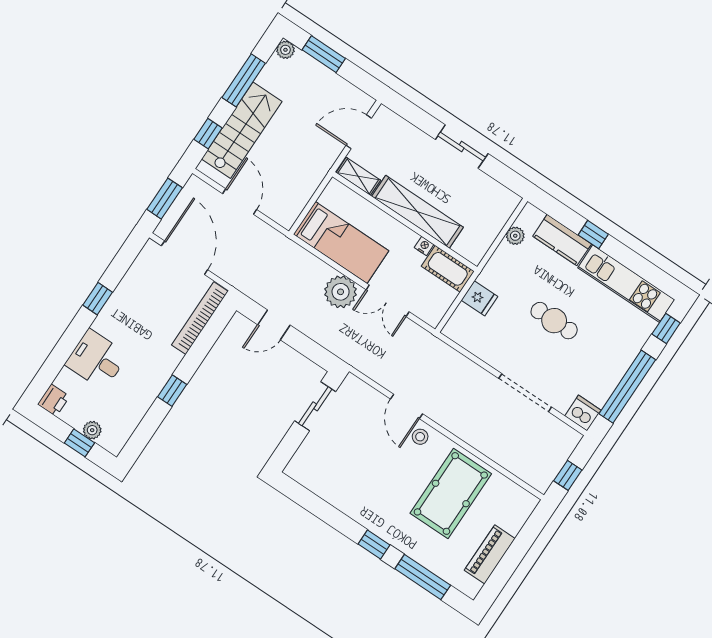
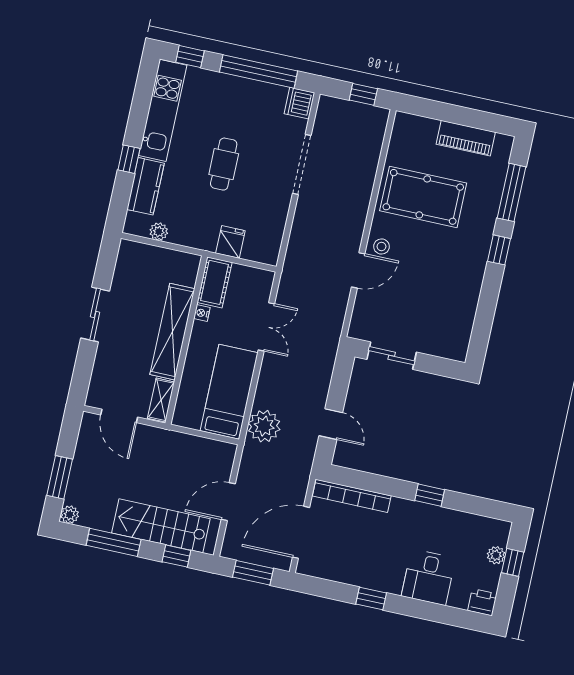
plant: (341, 292) -> (264, 426), moved

